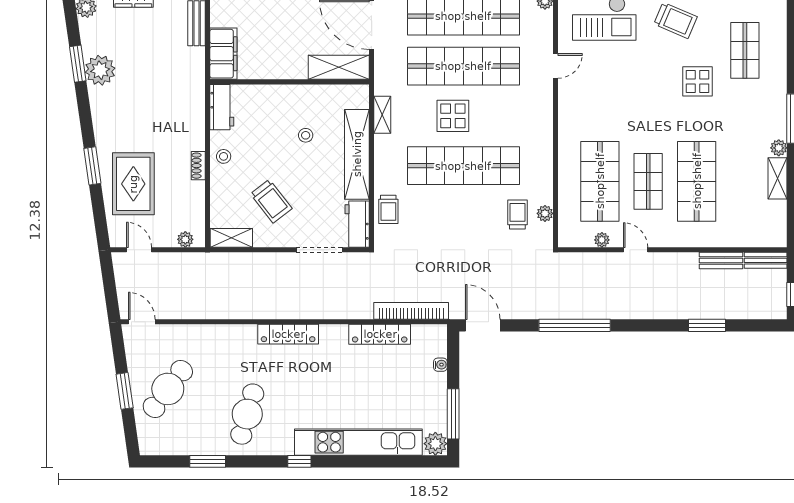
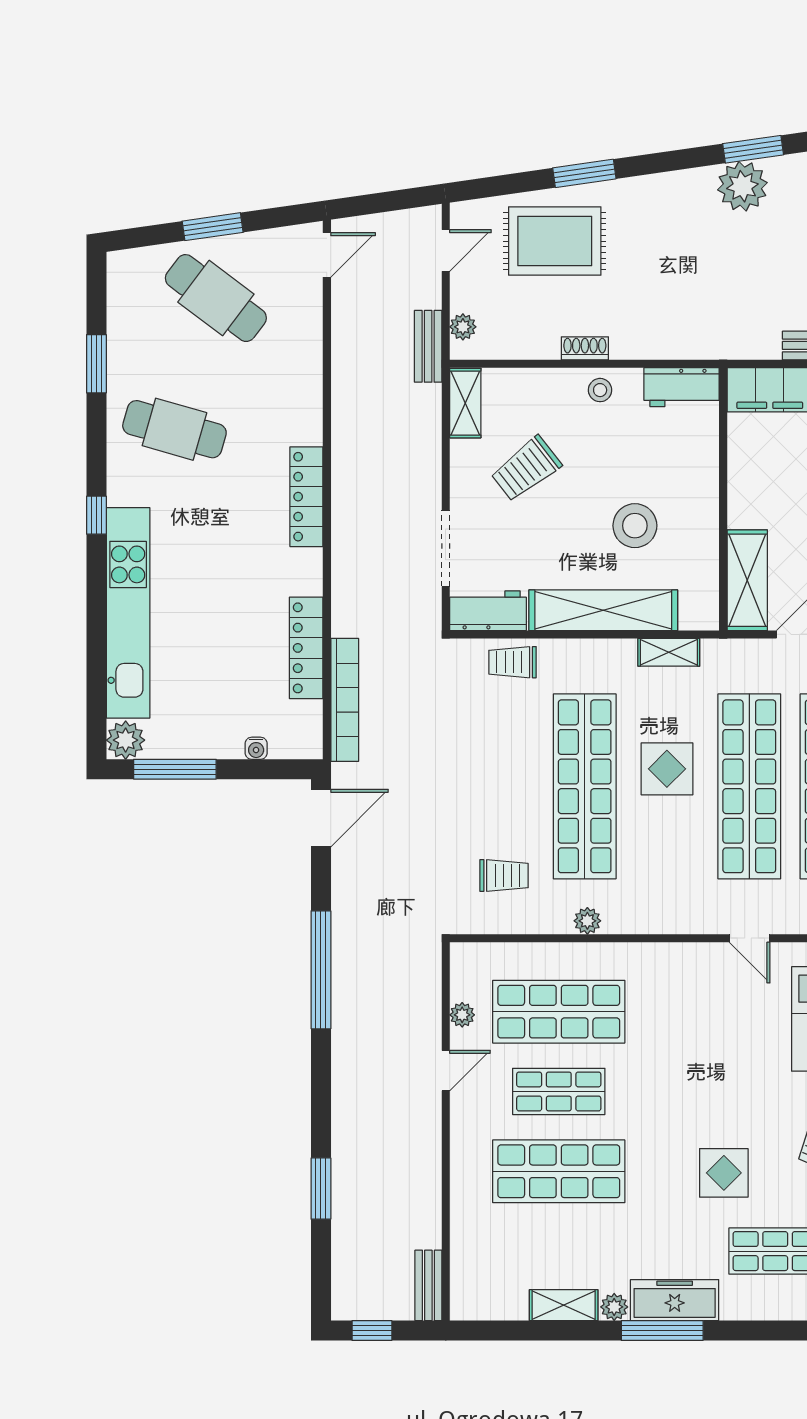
freezer: (775, 111) -> (675, 1300), added
stool: (306, 135) -> (635, 526), width x1.89, depth x1.89
plant: (545, 213) -> (587, 921), moved
bench: (721, 260) -> (428, 346), moved

